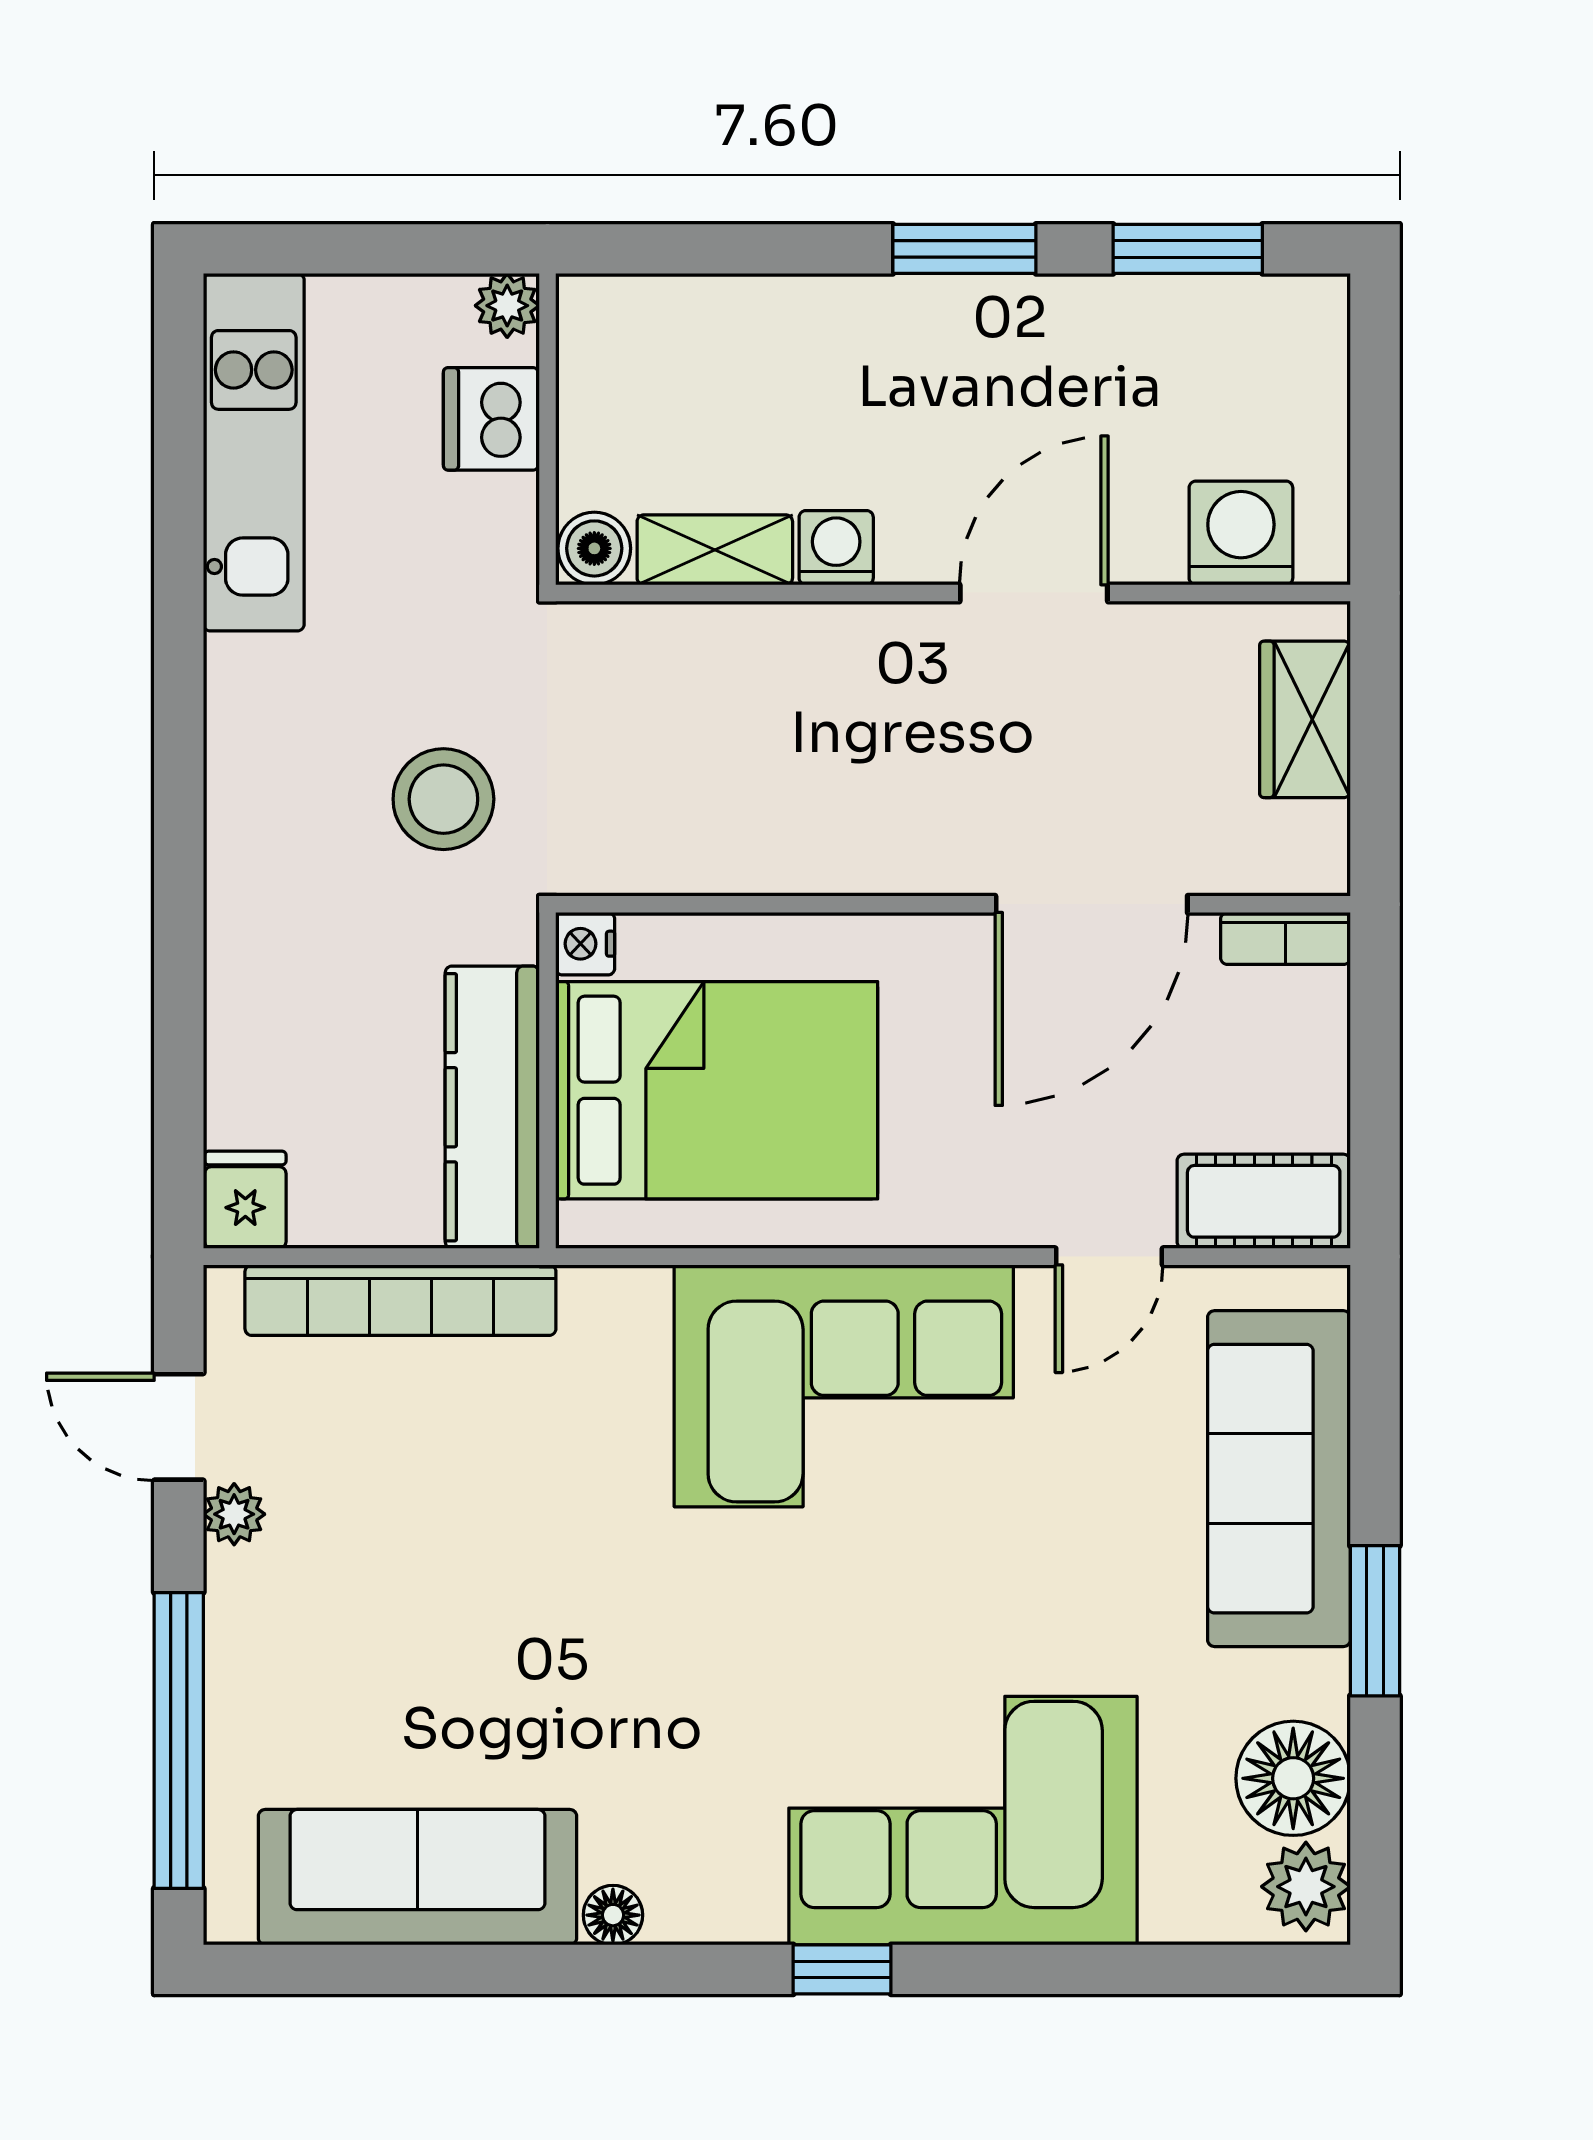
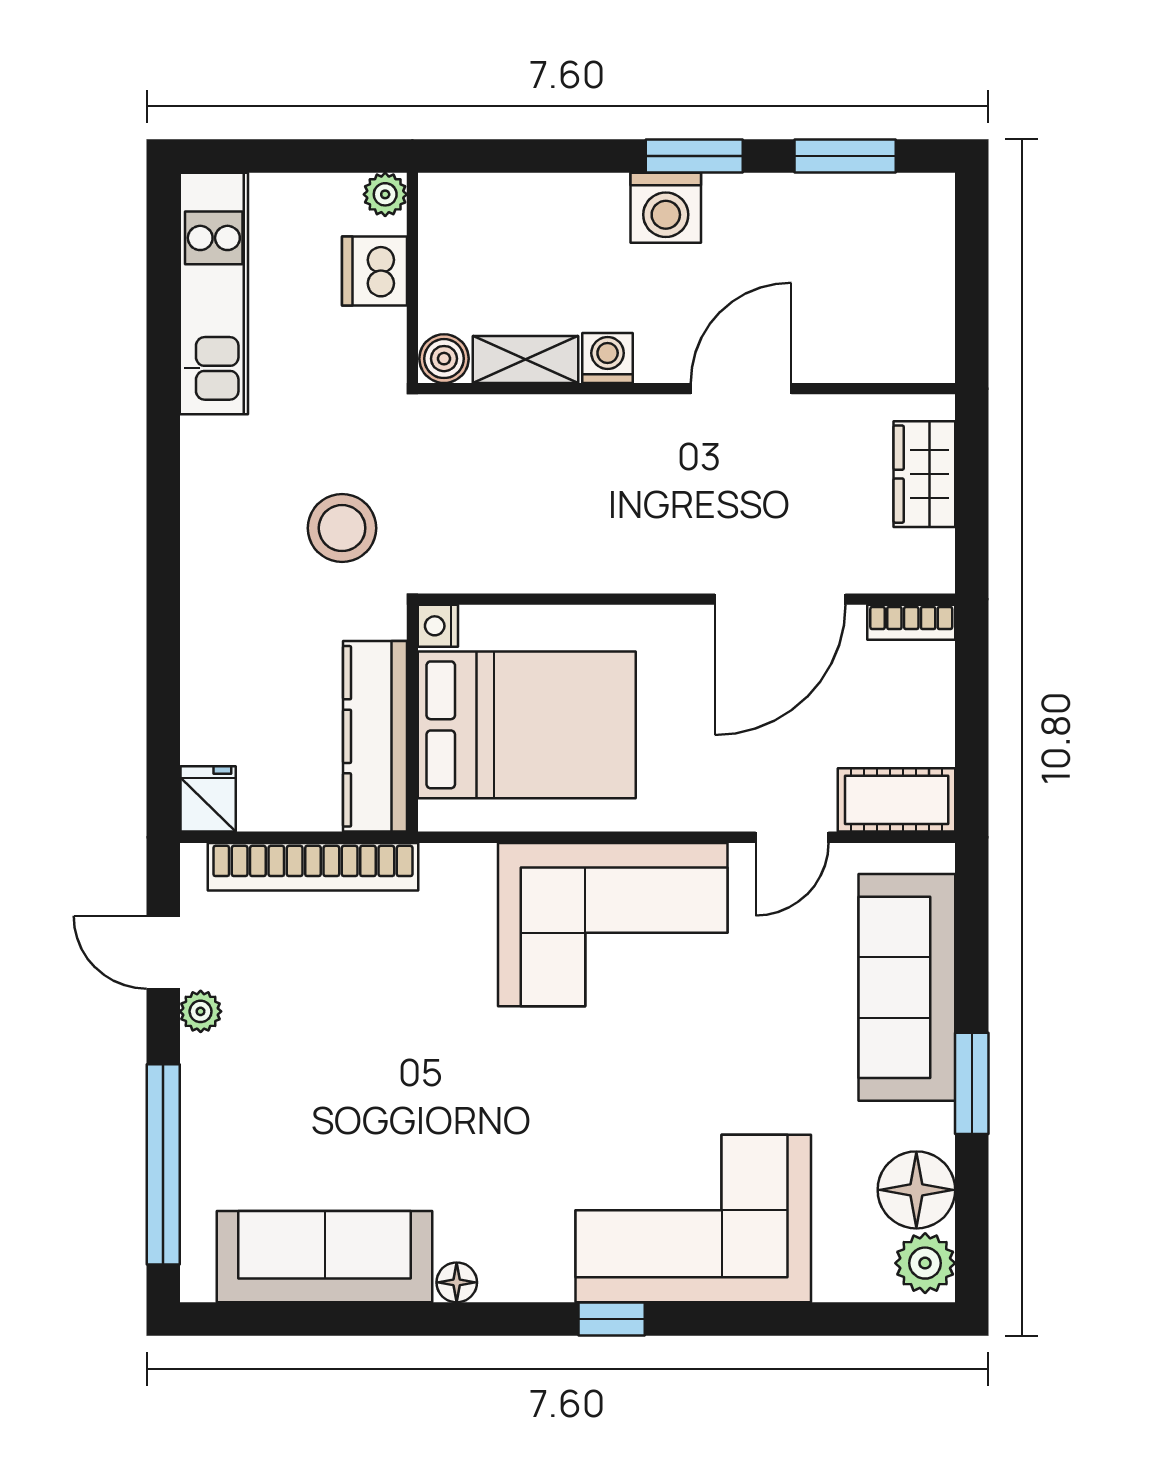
washing machine: (1241, 533) -> (666, 208), moved, turned 180

